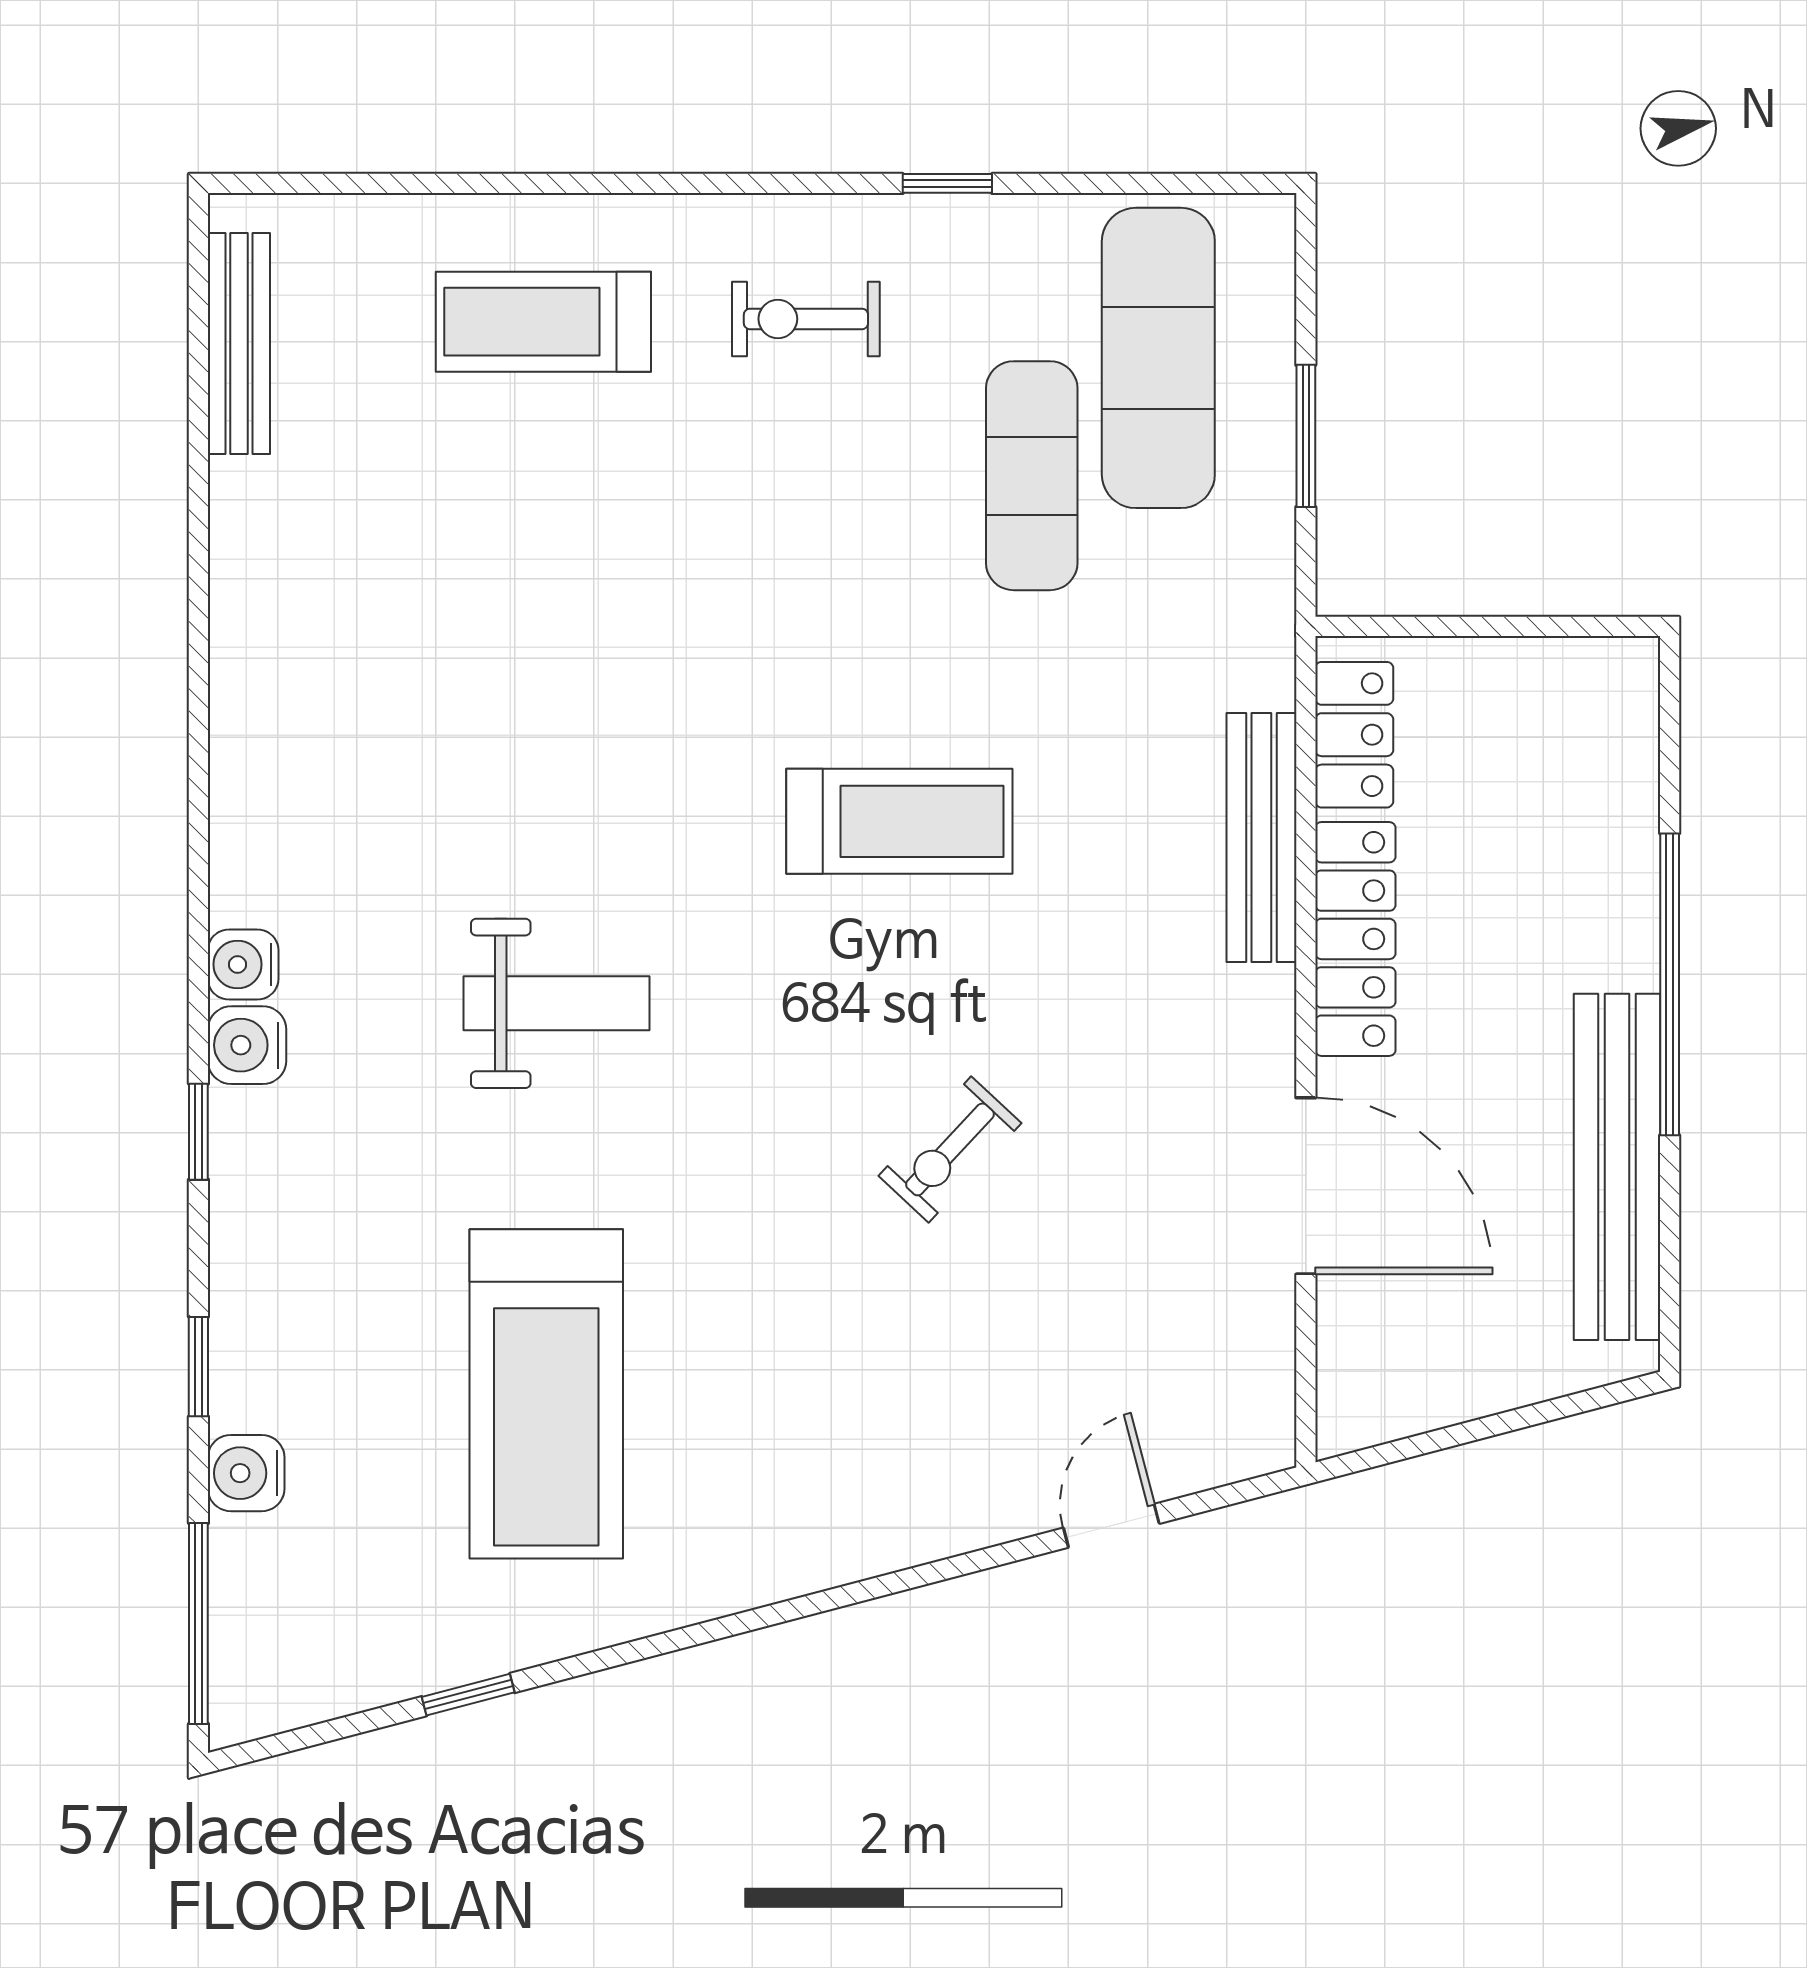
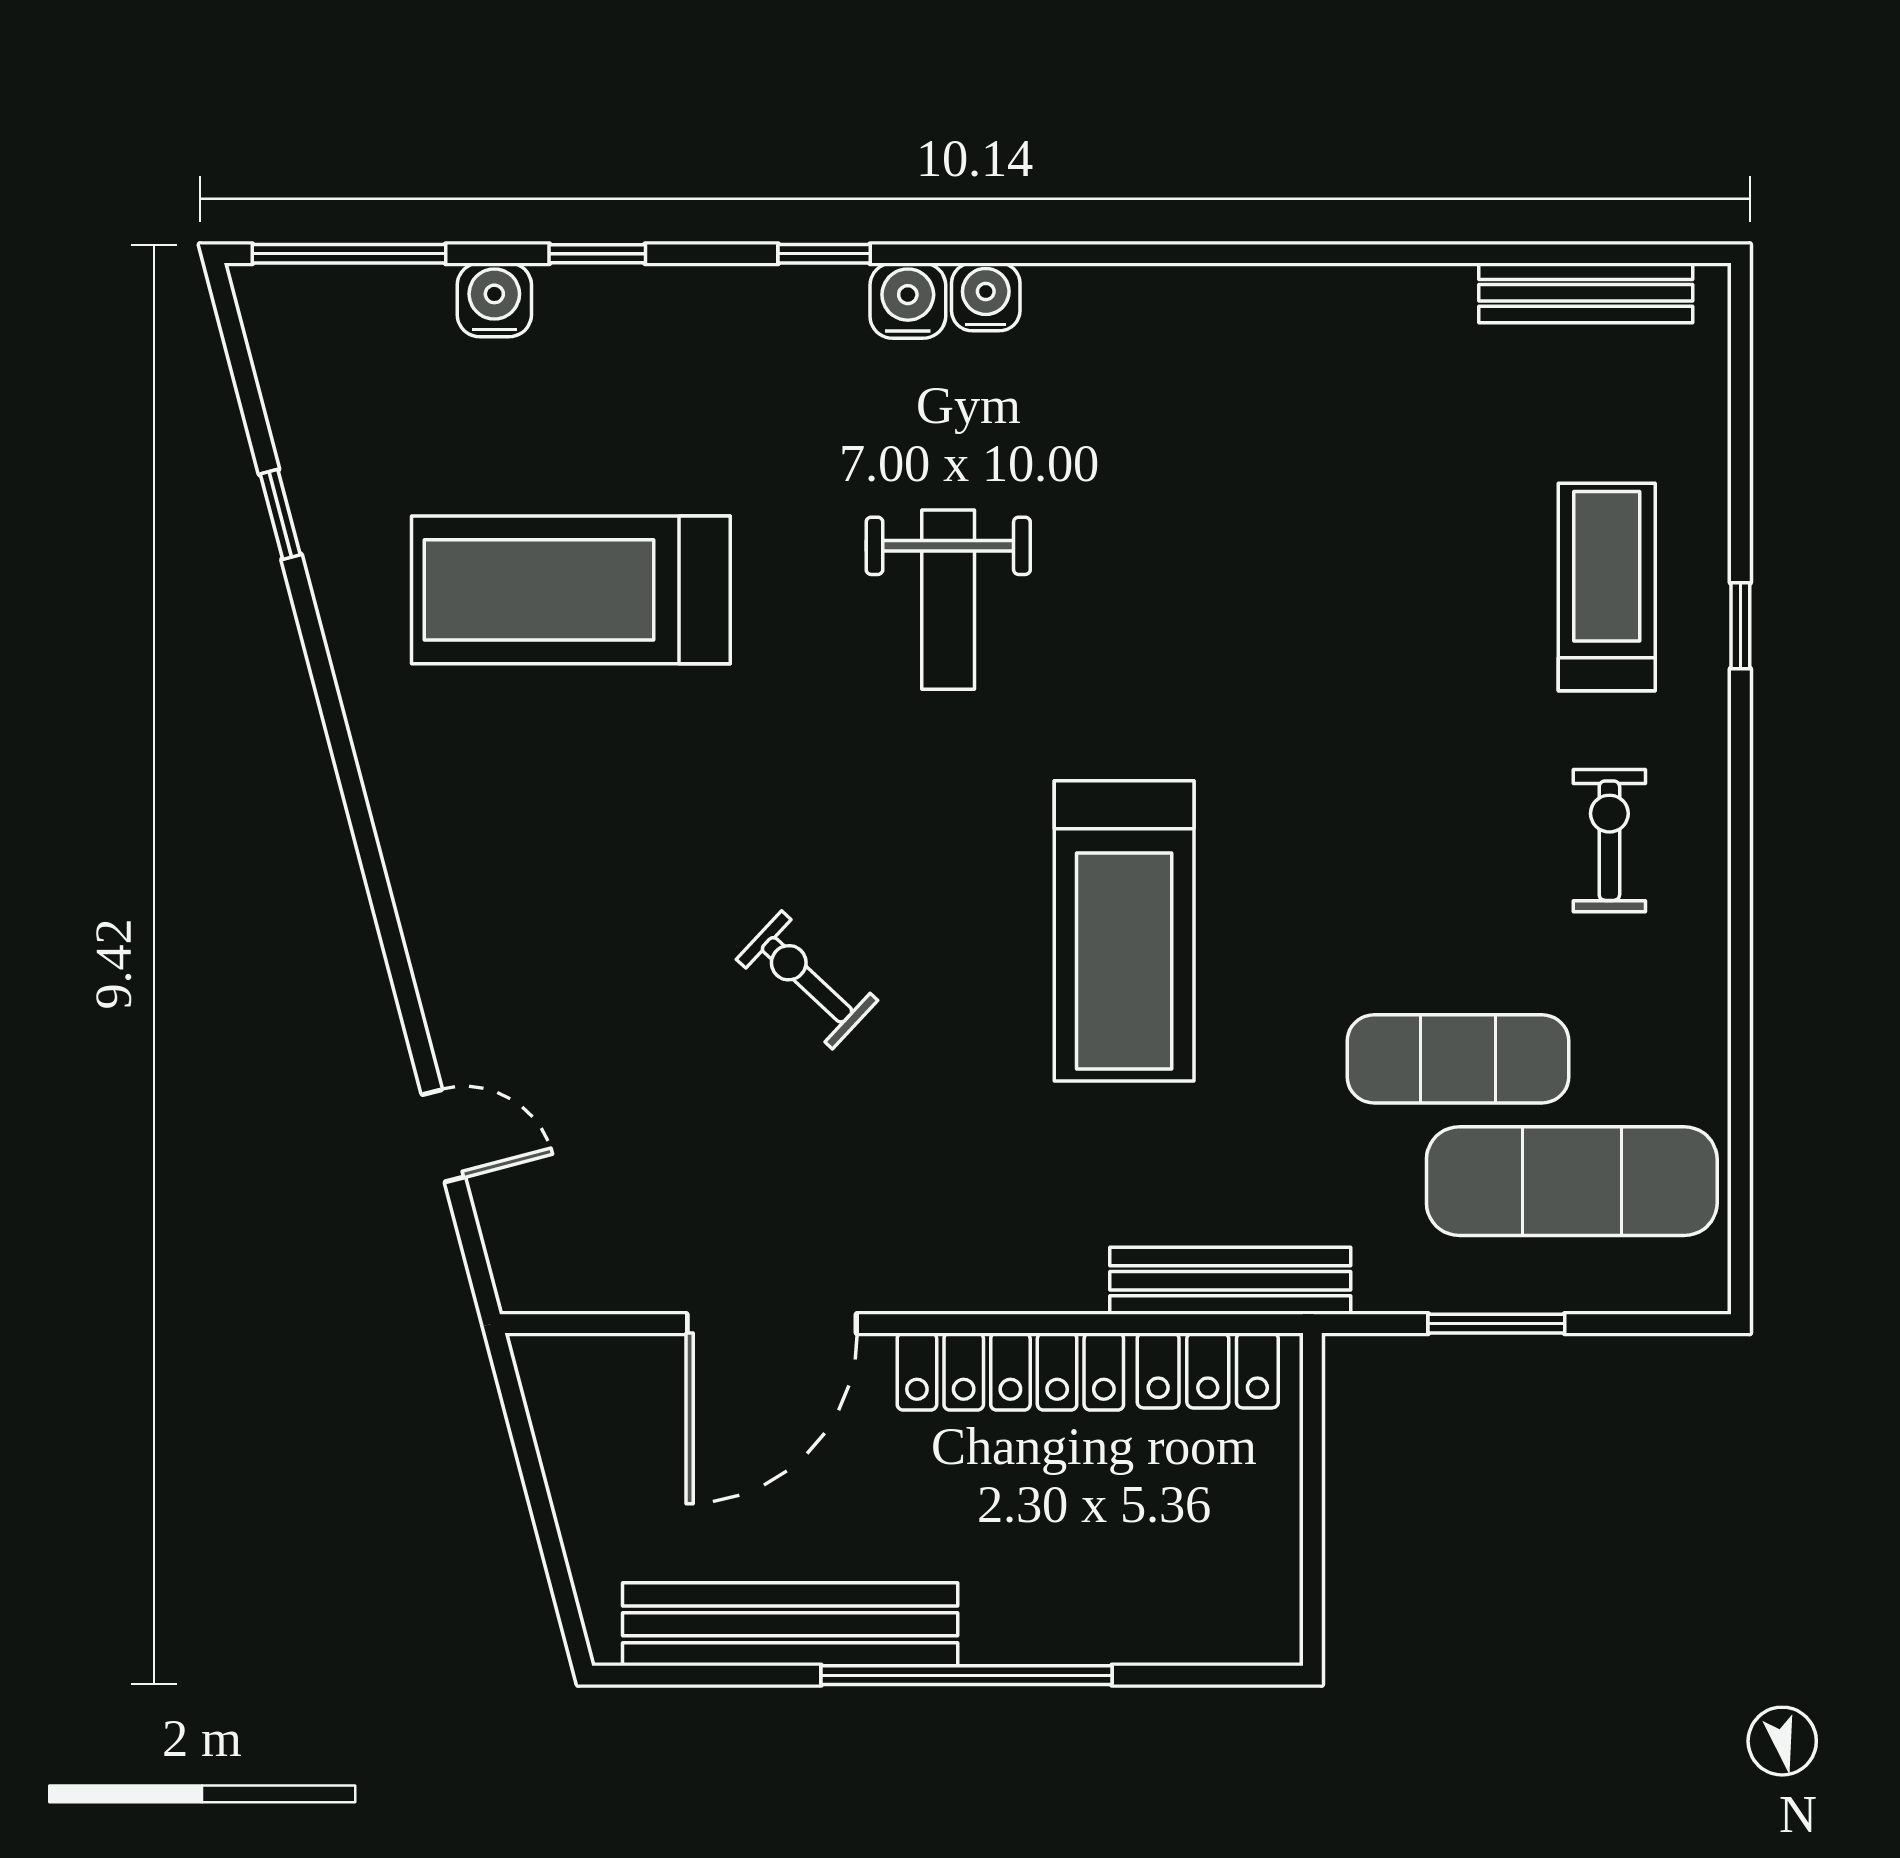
window: (947, 183) -> (1740, 626), moved
treadmill: (899, 821) -> (1124, 931), width x1.37, depth x1.38
bench: (1261, 838) -> (1230, 1281), moved

